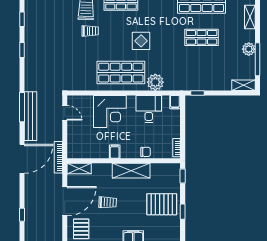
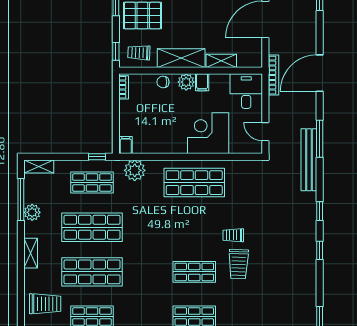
shop shelf: (202, 37) -> (92, 227), width x1.43, depth x1.36
display table: (141, 41) -> (169, 223), removed
shop shelf: (202, 73) -> (92, 183), added
plant: (155, 82) -> (135, 170), moved
desk: (149, 109) -> (246, 91), moved, turned 180
bench: (30, 116) -> (309, 160), moved
plant: (127, 152) -> (186, 82), added
shelving: (79, 169) -> (221, 61), moved
trolley: (108, 202) -> (139, 53), moved

